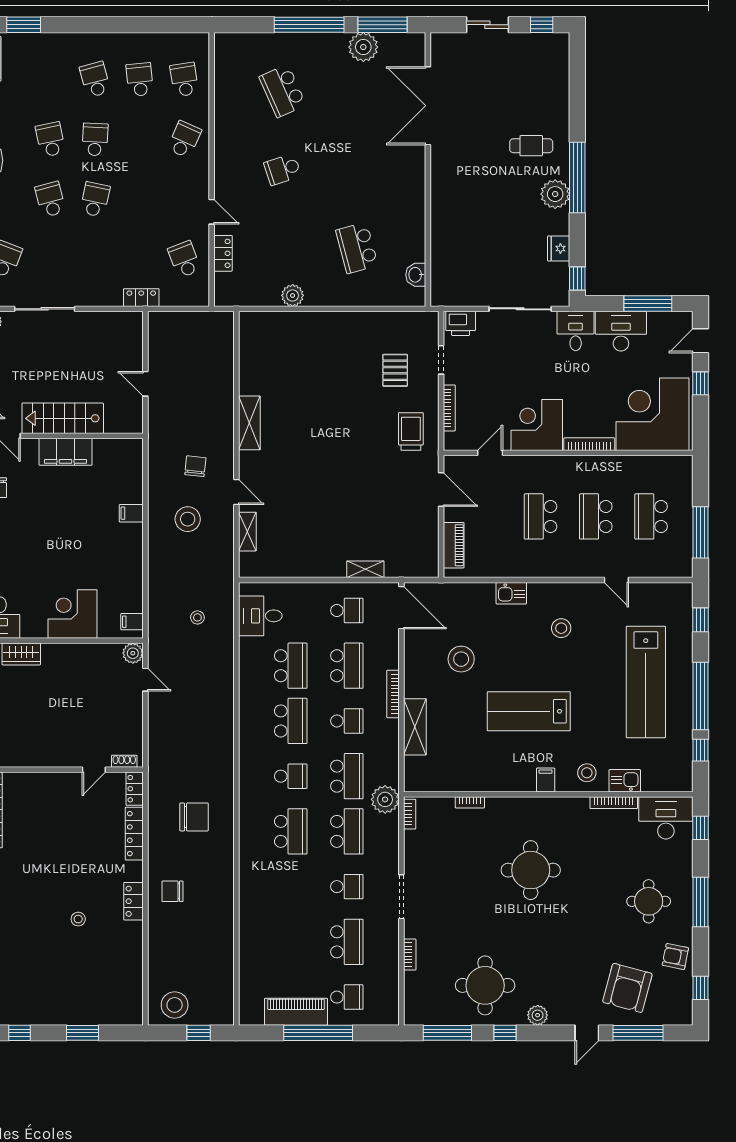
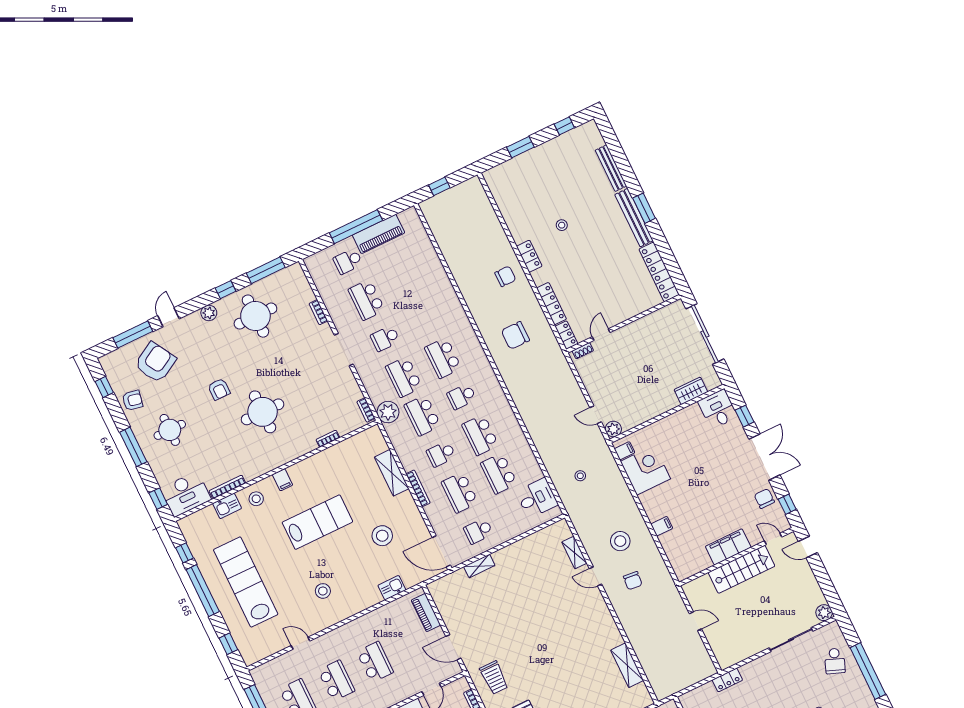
shelving: (249, 423) -> (627, 665), moved
kitchen sink: (511, 593) -> (392, 588), moved
corner desk: (72, 614) -> (645, 470), moved, turned -90
armchair: (568, 921) -> (219, 389), added
armchair: (627, 988) -> (155, 362), turned 45
stool: (175, 1005) -> (465, 198), removed

